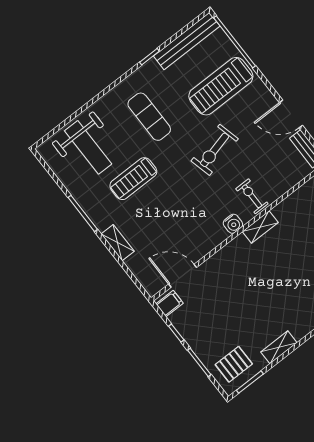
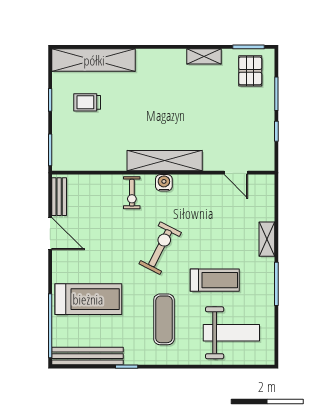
weight bench: (88, 147) -> (231, 333), turned 90
exercise bike: (215, 150) -> (160, 248), moved, turned -49
shelving: (260, 227) -> (165, 161), width x2.20, depth x1.33
door: (183, 276) -> (236, 173), width x0.73
filing cabinet: (170, 304) -> (264, 159), removed
pallet: (234, 364) -> (250, 71), turned 90

